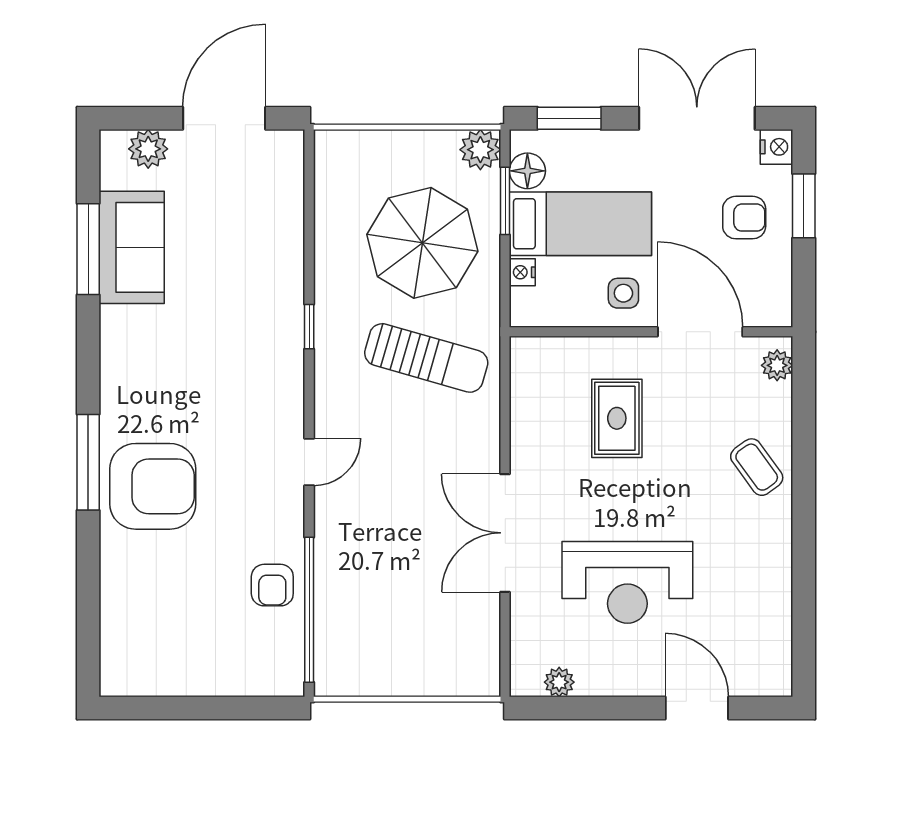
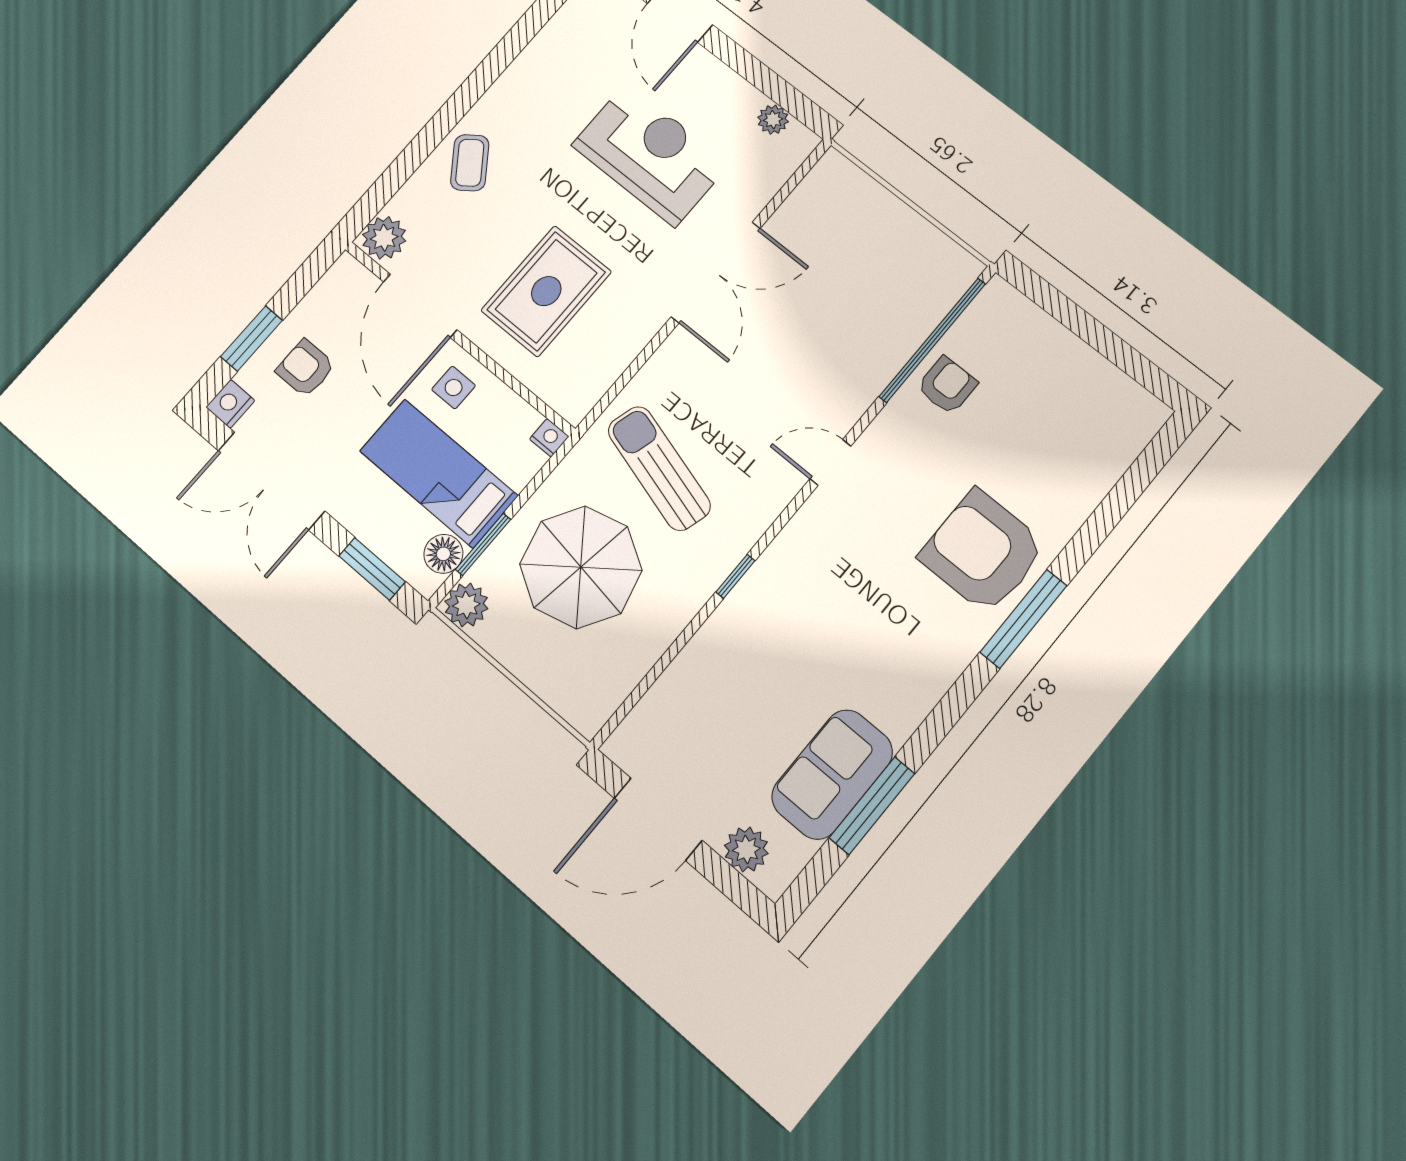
nightstand: (522, 272) -> (549, 438), moved, turned -90
plant: (777, 365) -> (384, 238), width x1.38, depth x1.38
rug: (617, 418) -> (546, 291), width x1.36, depth x1.43

